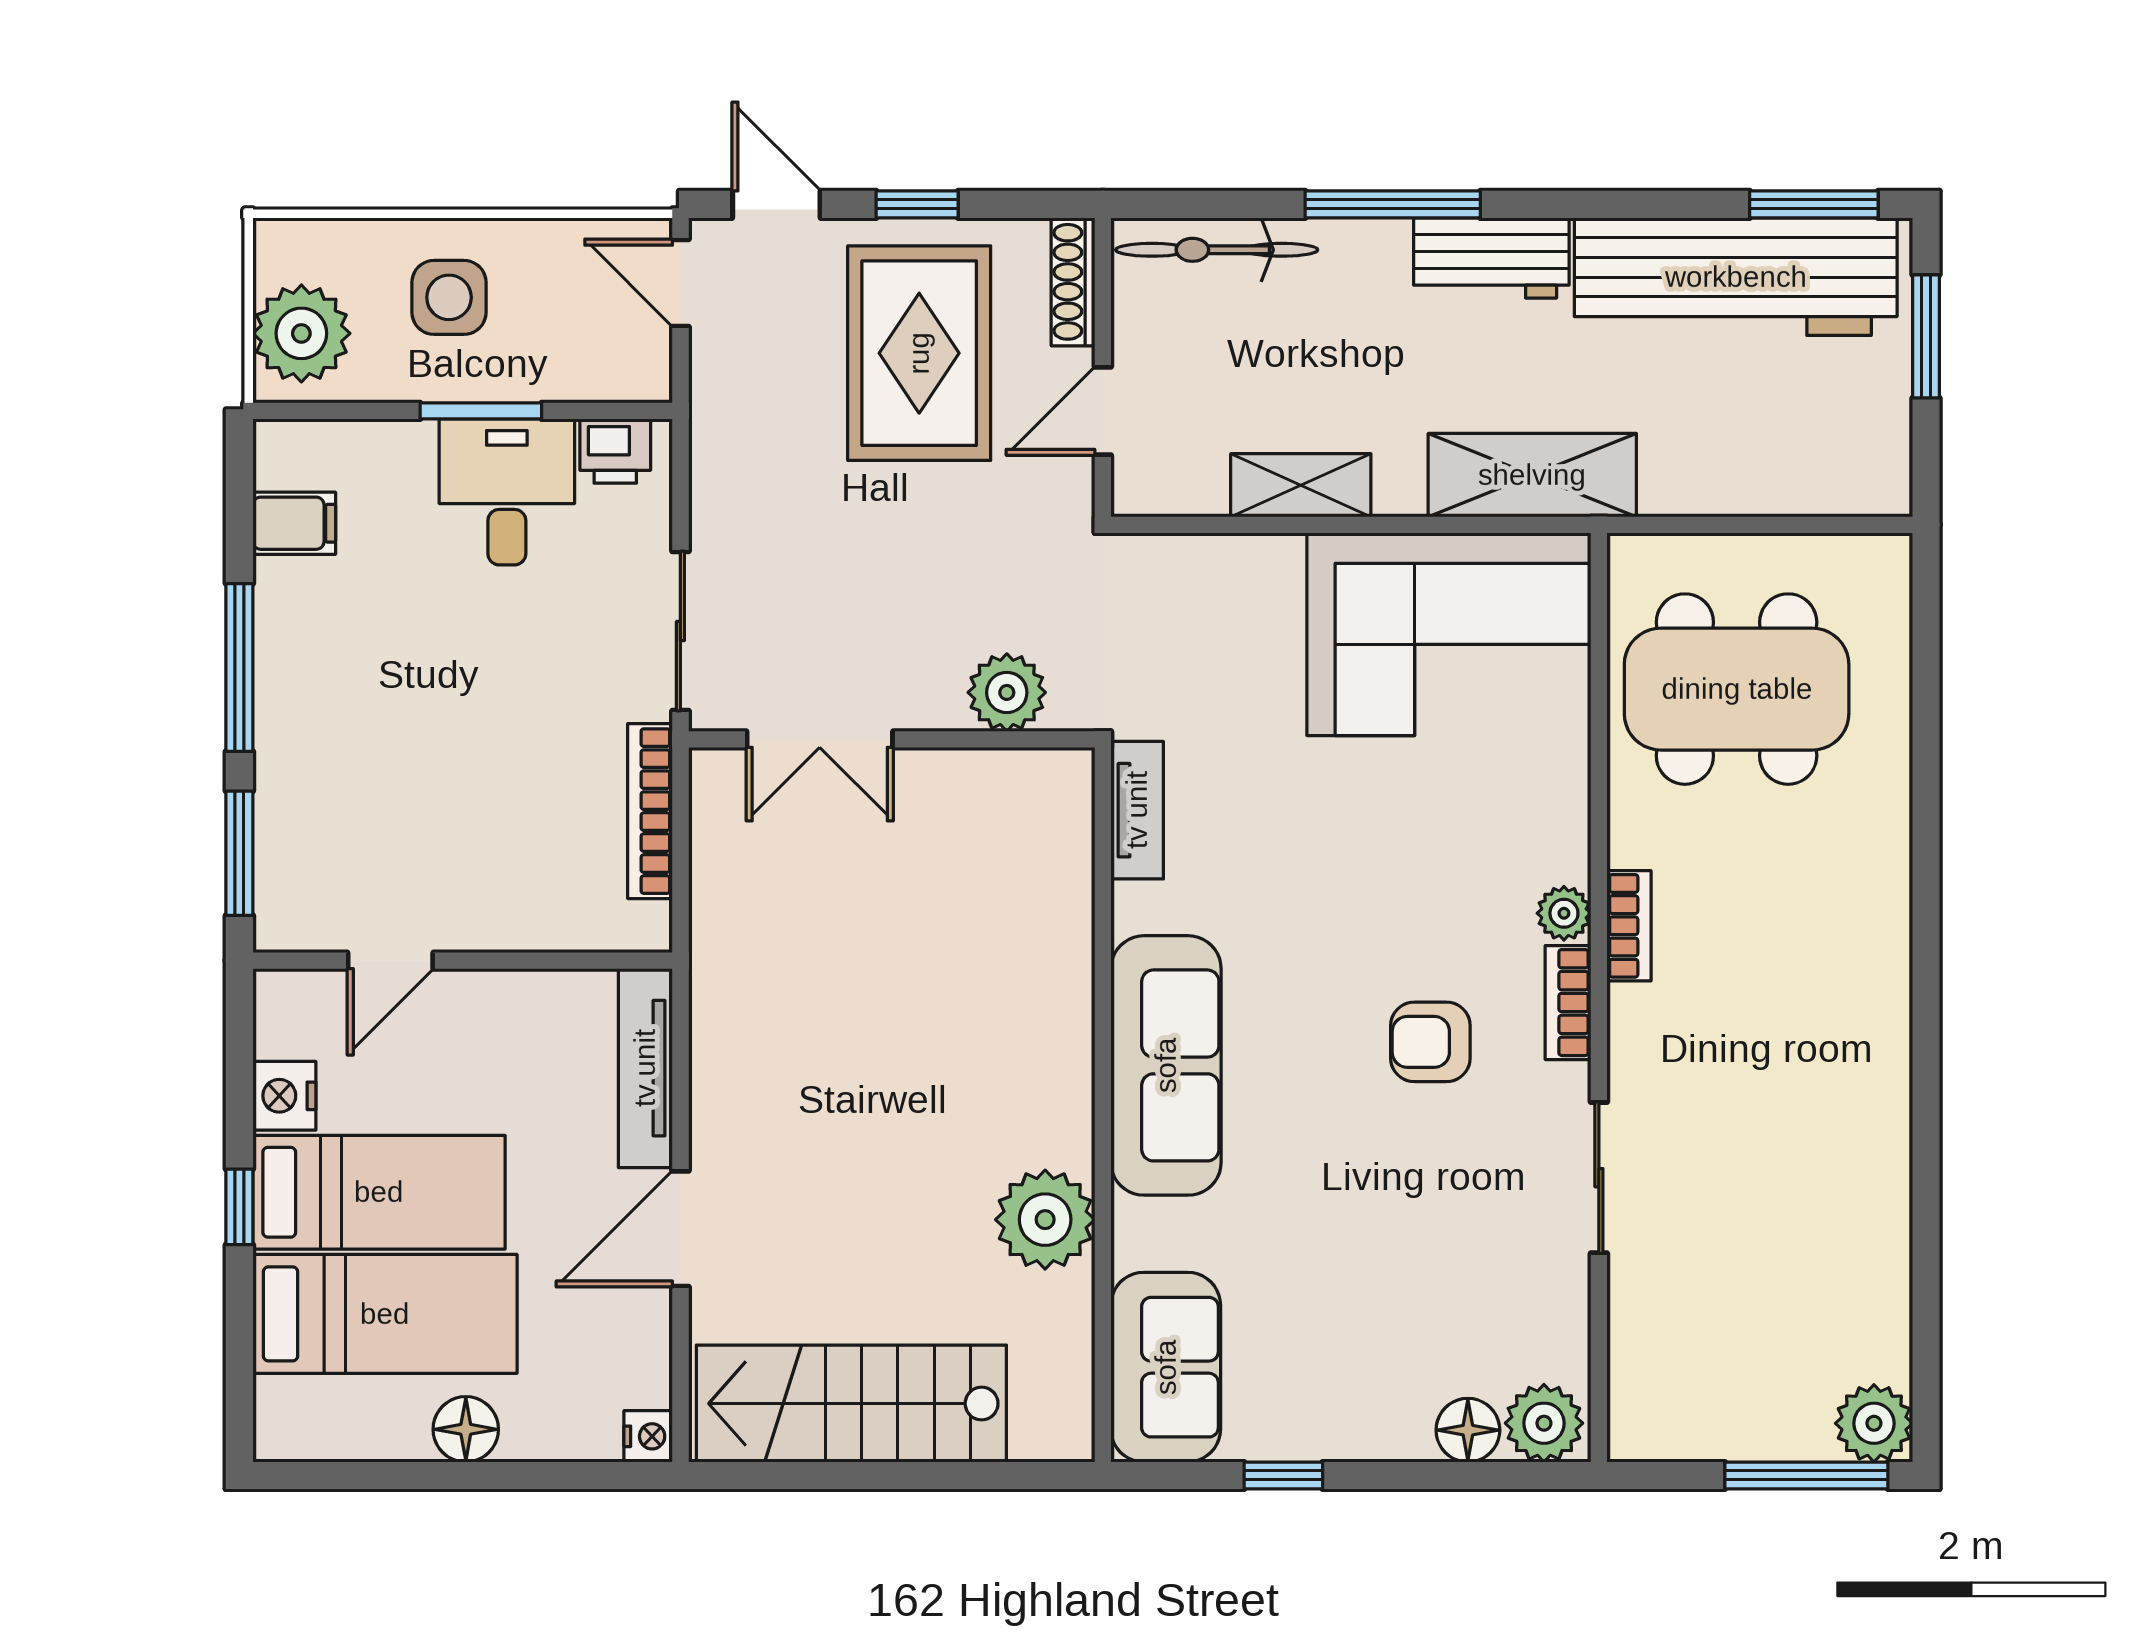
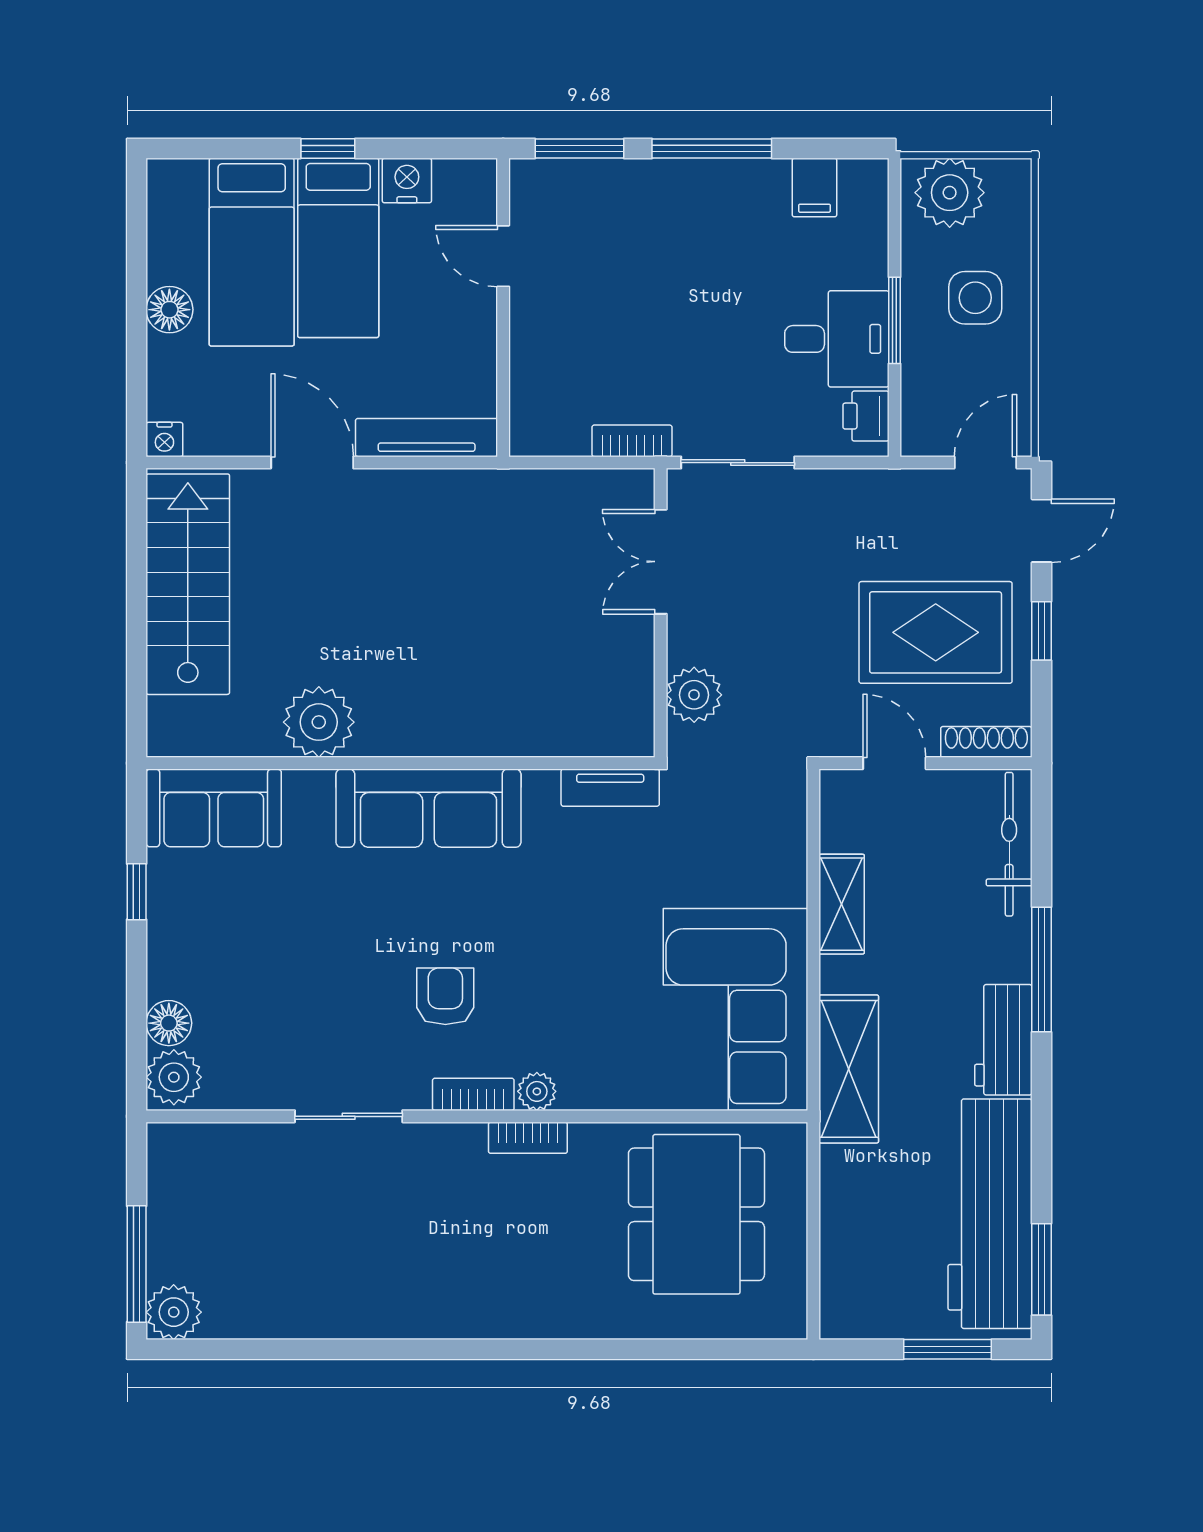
bookcase: (650, 811) -> (632, 441), width x0.64

